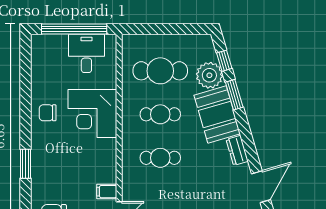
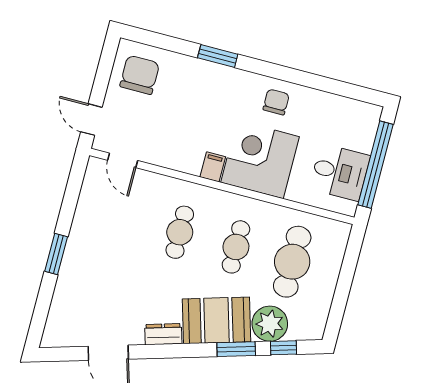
filing cabinet: (107, 192) -> (213, 167), moved

